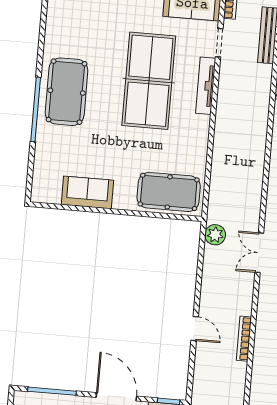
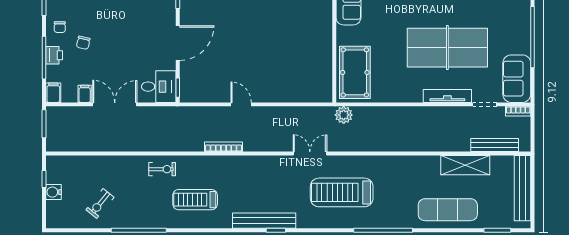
plant: (215, 235) -> (344, 115), moved
door: (195, 329) -> (241, 104), swing flipped
bookcase: (244, 339) -> (224, 147), moved

